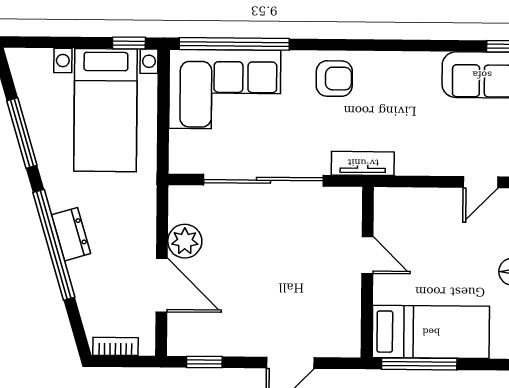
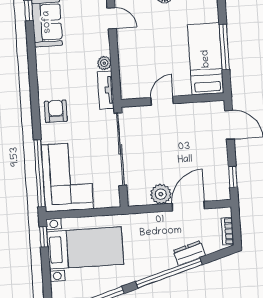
plant: (408, 164) -> (104, 63), added
dresser: (71, 234) -> (189, 253), moved
door: (367, 255) -> (162, 101), moved
wall: (367, 272) -> (172, 100), moved
bed: (431, 332) -> (206, 59), moved

